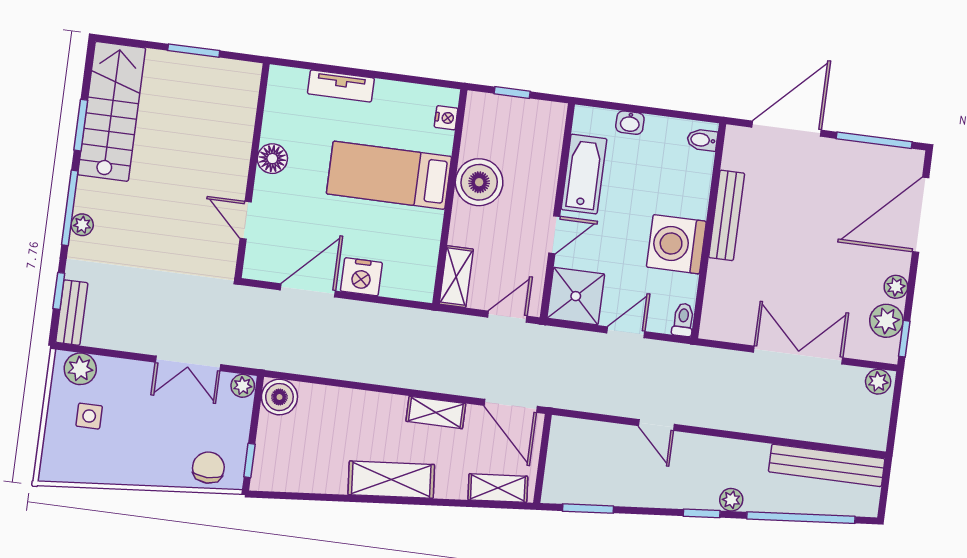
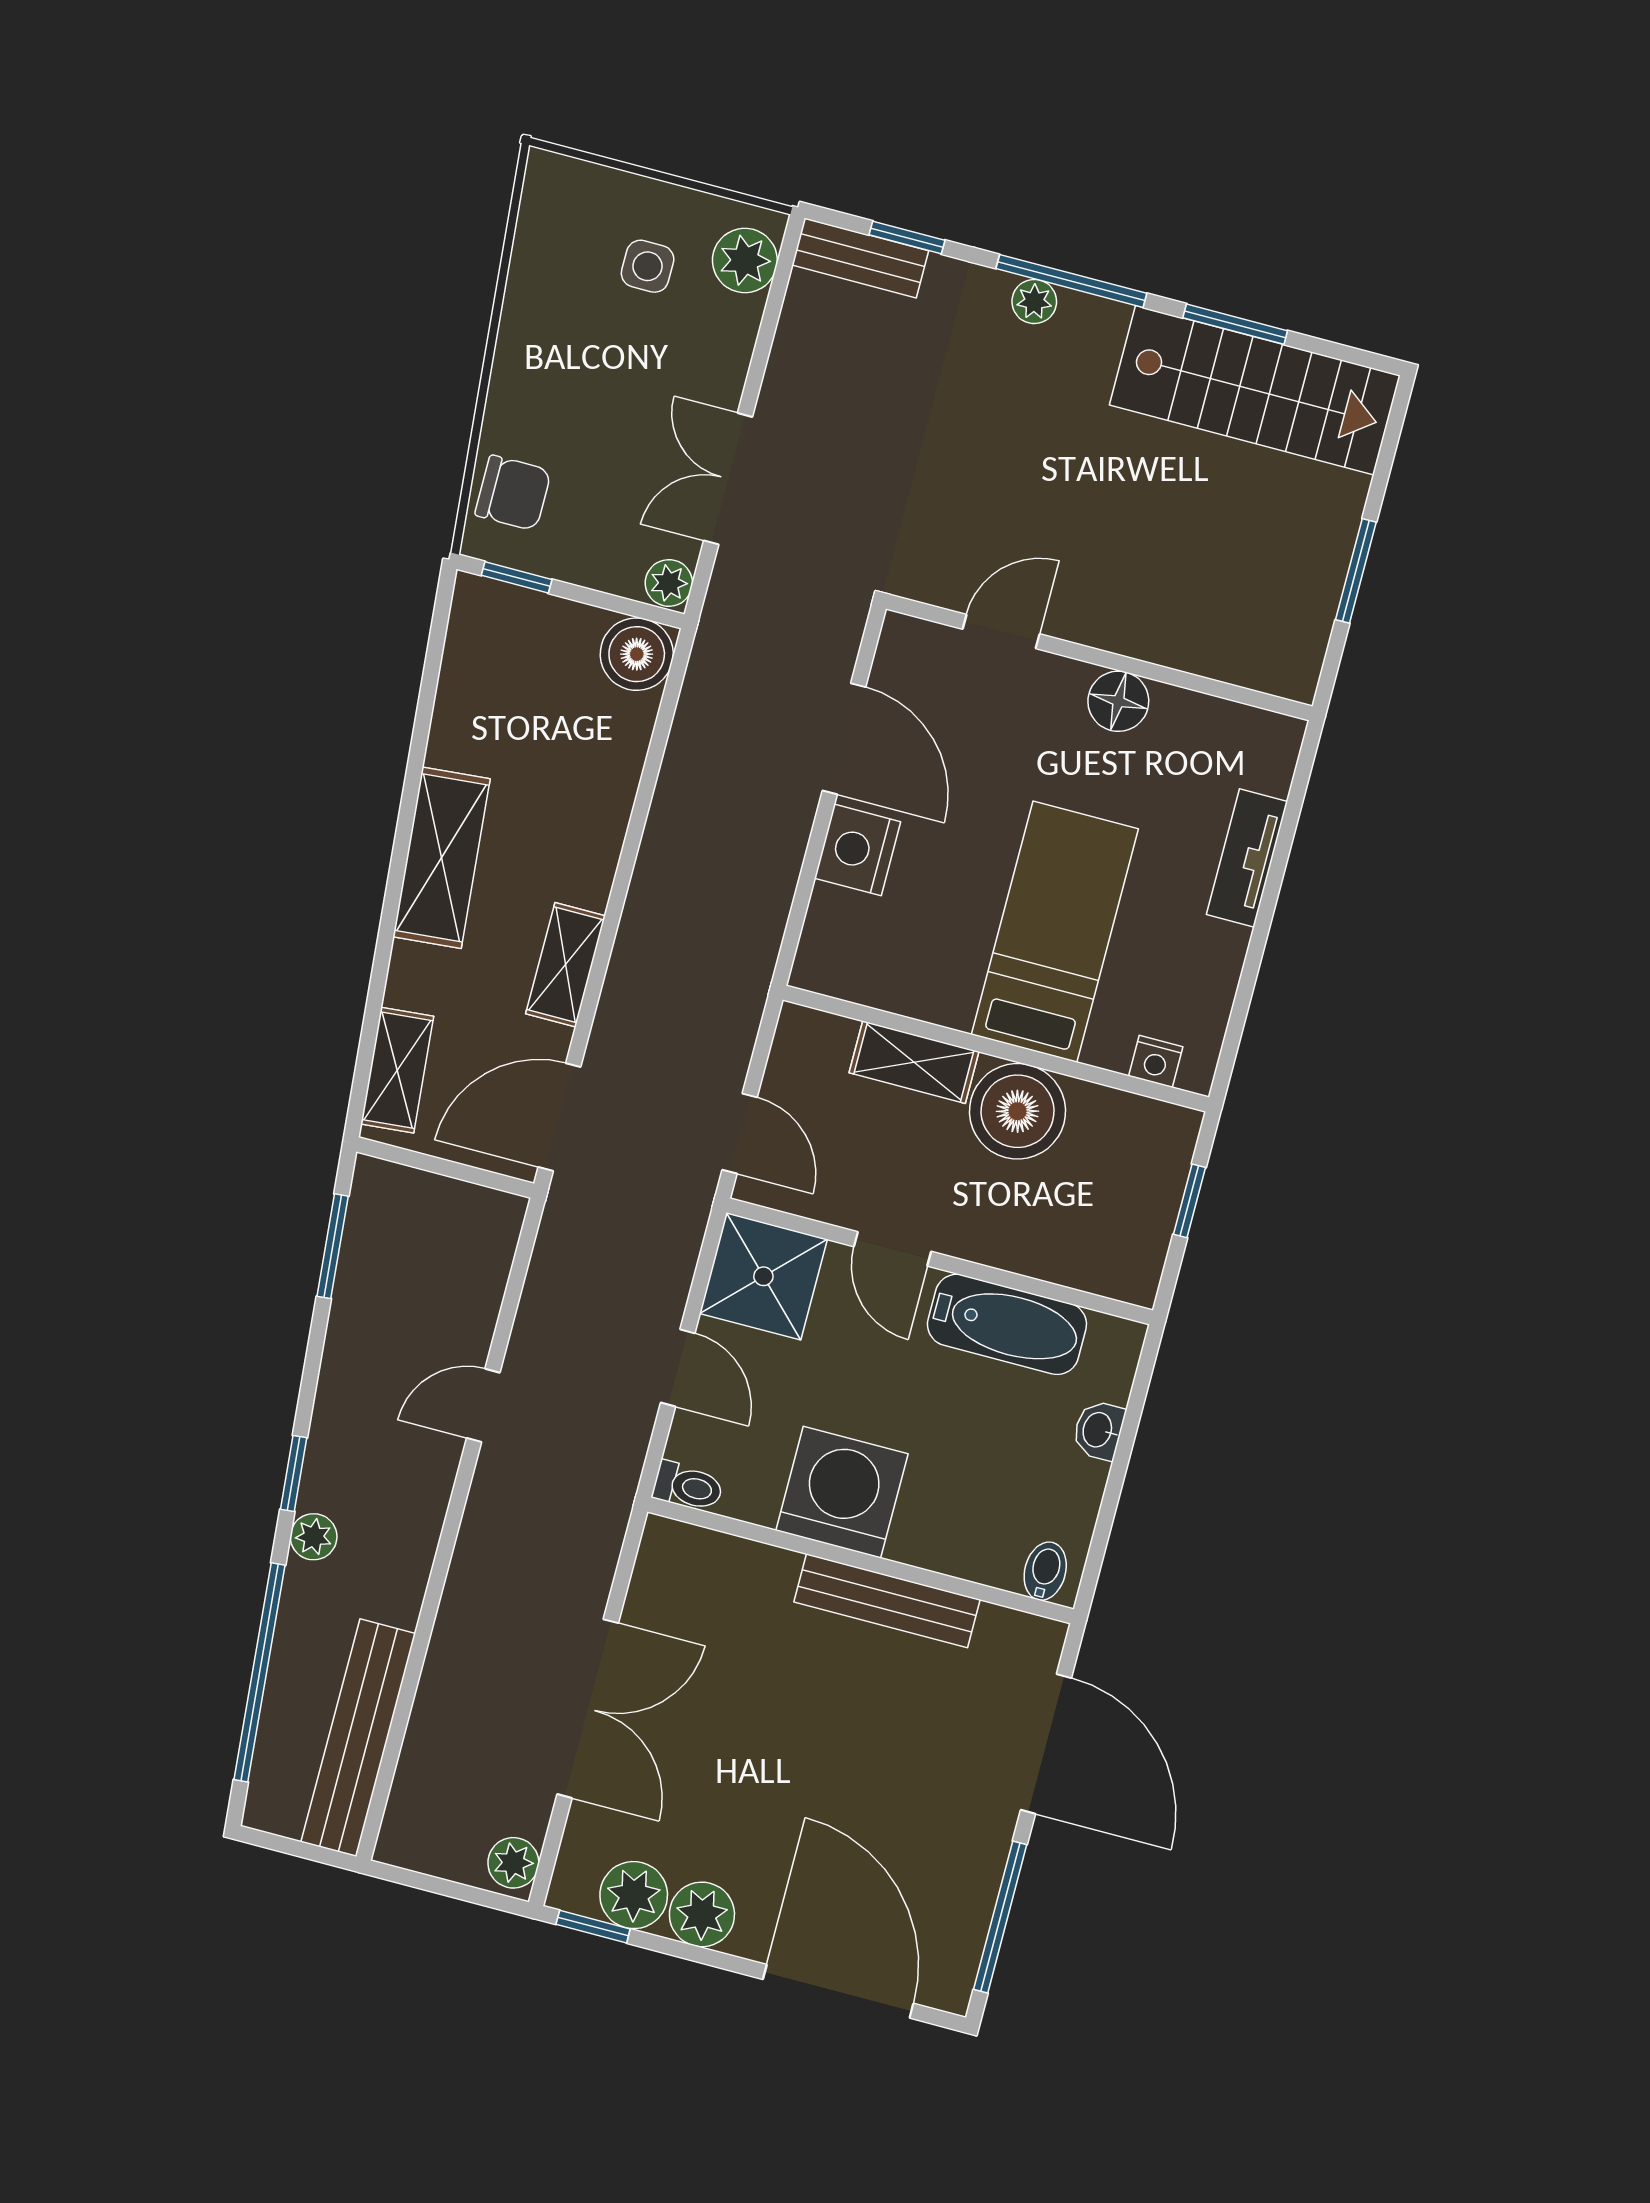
shelving: (456, 277) -> (914, 1062), moved
plant: (896, 287) -> (702, 1914), width x1.38, depth x1.38

